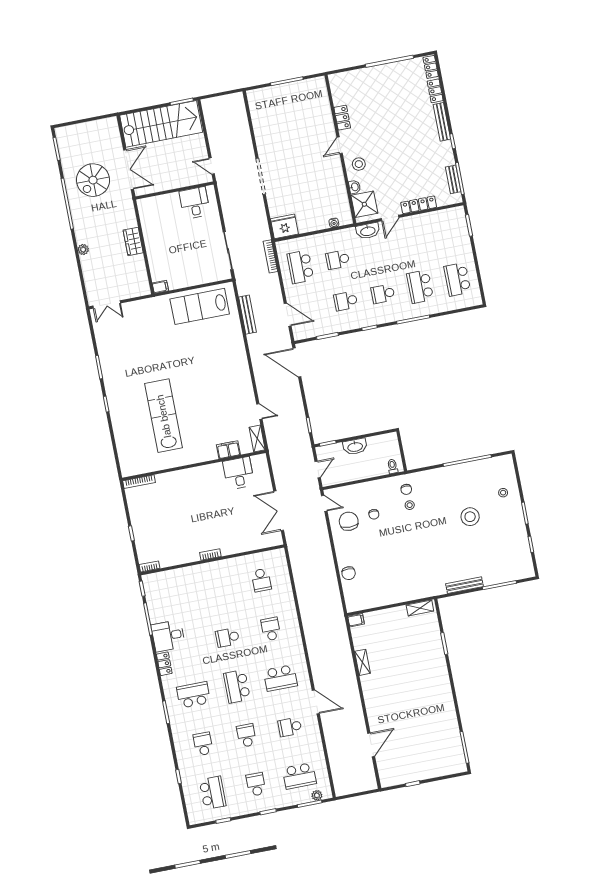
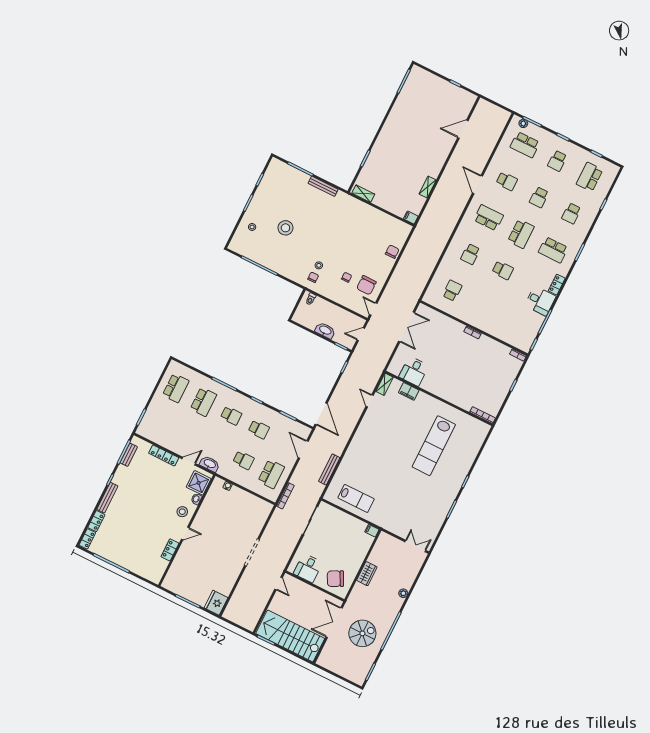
chair: (160, 213) -> (335, 579), added
fridge: (284, 226) -> (216, 603), moved, turned 90
lab bench: (200, 306) -> (356, 498), width x0.73, depth x0.72
school desk: (299, 776) -> (525, 145), turned 180

